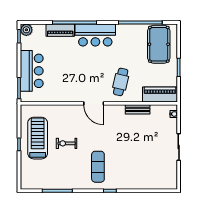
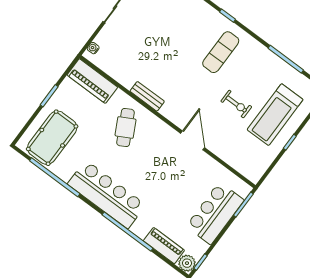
piano: (60, 30) -> (164, 246), moved
bar counter: (95, 35) -> (107, 194), width x1.36
cafe table: (121, 82) -> (125, 127), turned -41
door: (94, 103) -> (193, 140), moved
bench: (138, 109) -> (147, 96), moved
treadmill: (38, 138) -> (275, 115), moved

